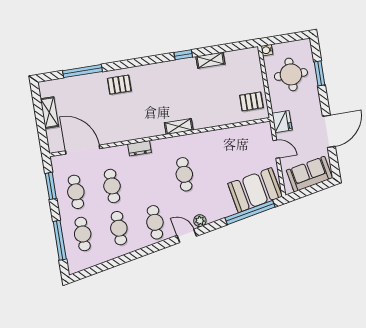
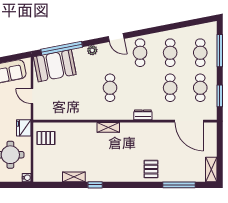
pallet: (119, 85) -> (151, 169), turned 90
shelving: (49, 113) -> (211, 170), moved
fridge: (282, 122) -> (24, 128), moved
plant: (200, 221) -> (92, 50), moved

